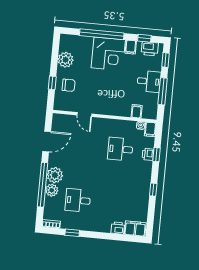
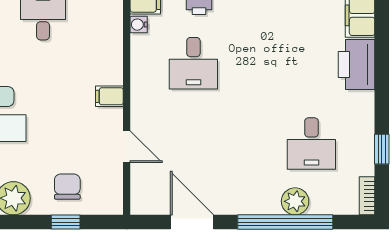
filing cabinet: (137, 111) -> (109, 96), moved
door: (84, 115) -> (127, 147), hinge flipped
plant: (55, 175) -> (262, 198), removed
printer: (118, 228) -> (357, 65), width x1.87, depth x1.48

